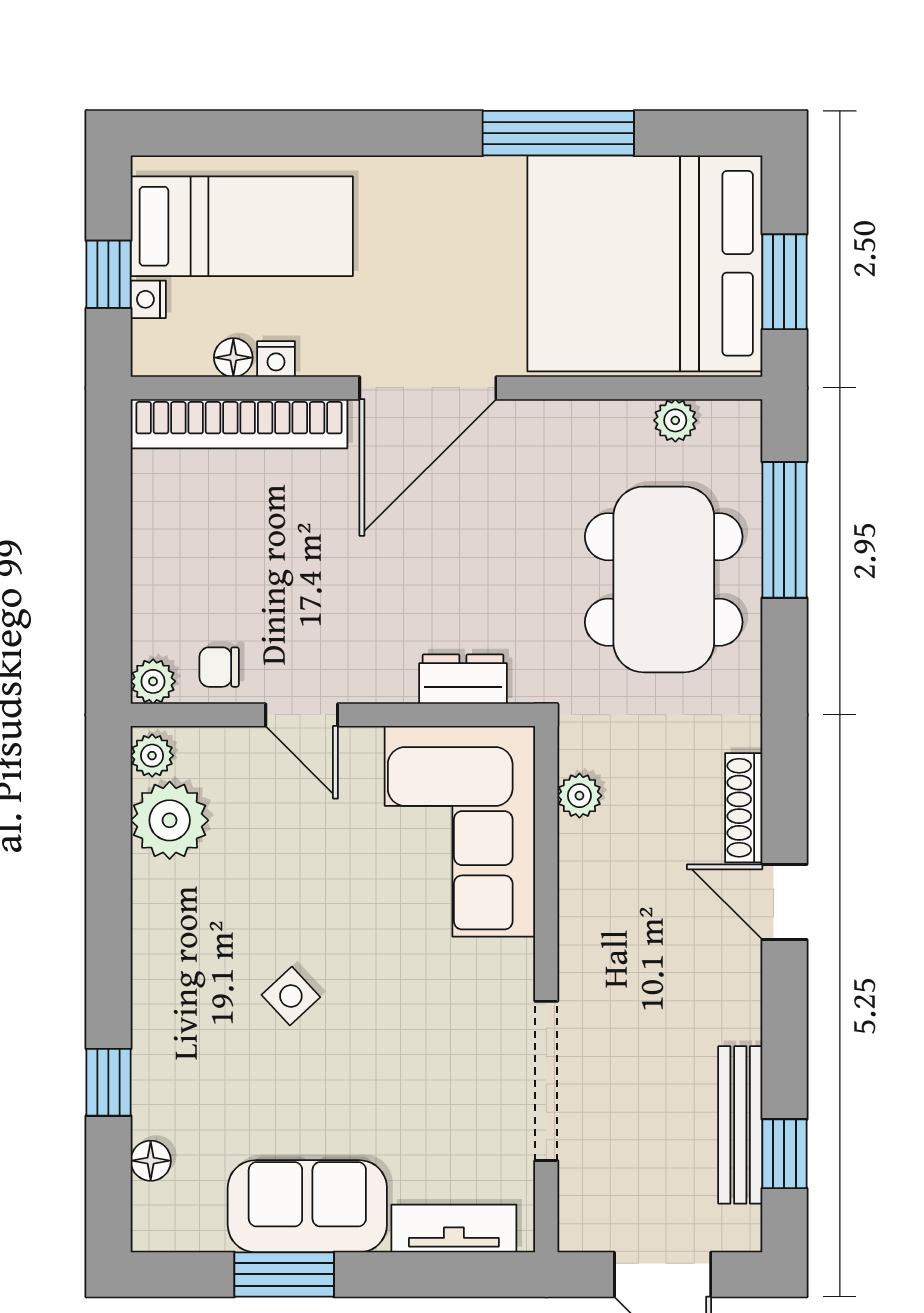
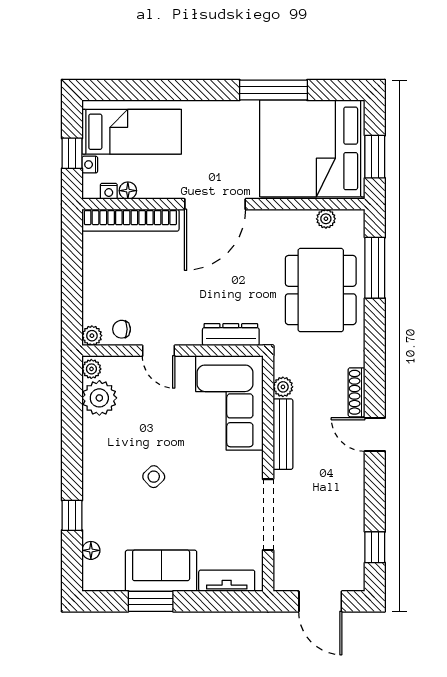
nightstand: (276, 359) -> (109, 191), moved
dresser: (463, 679) -> (231, 335), width x1.44
bench: (740, 1125) -> (283, 434), moved

